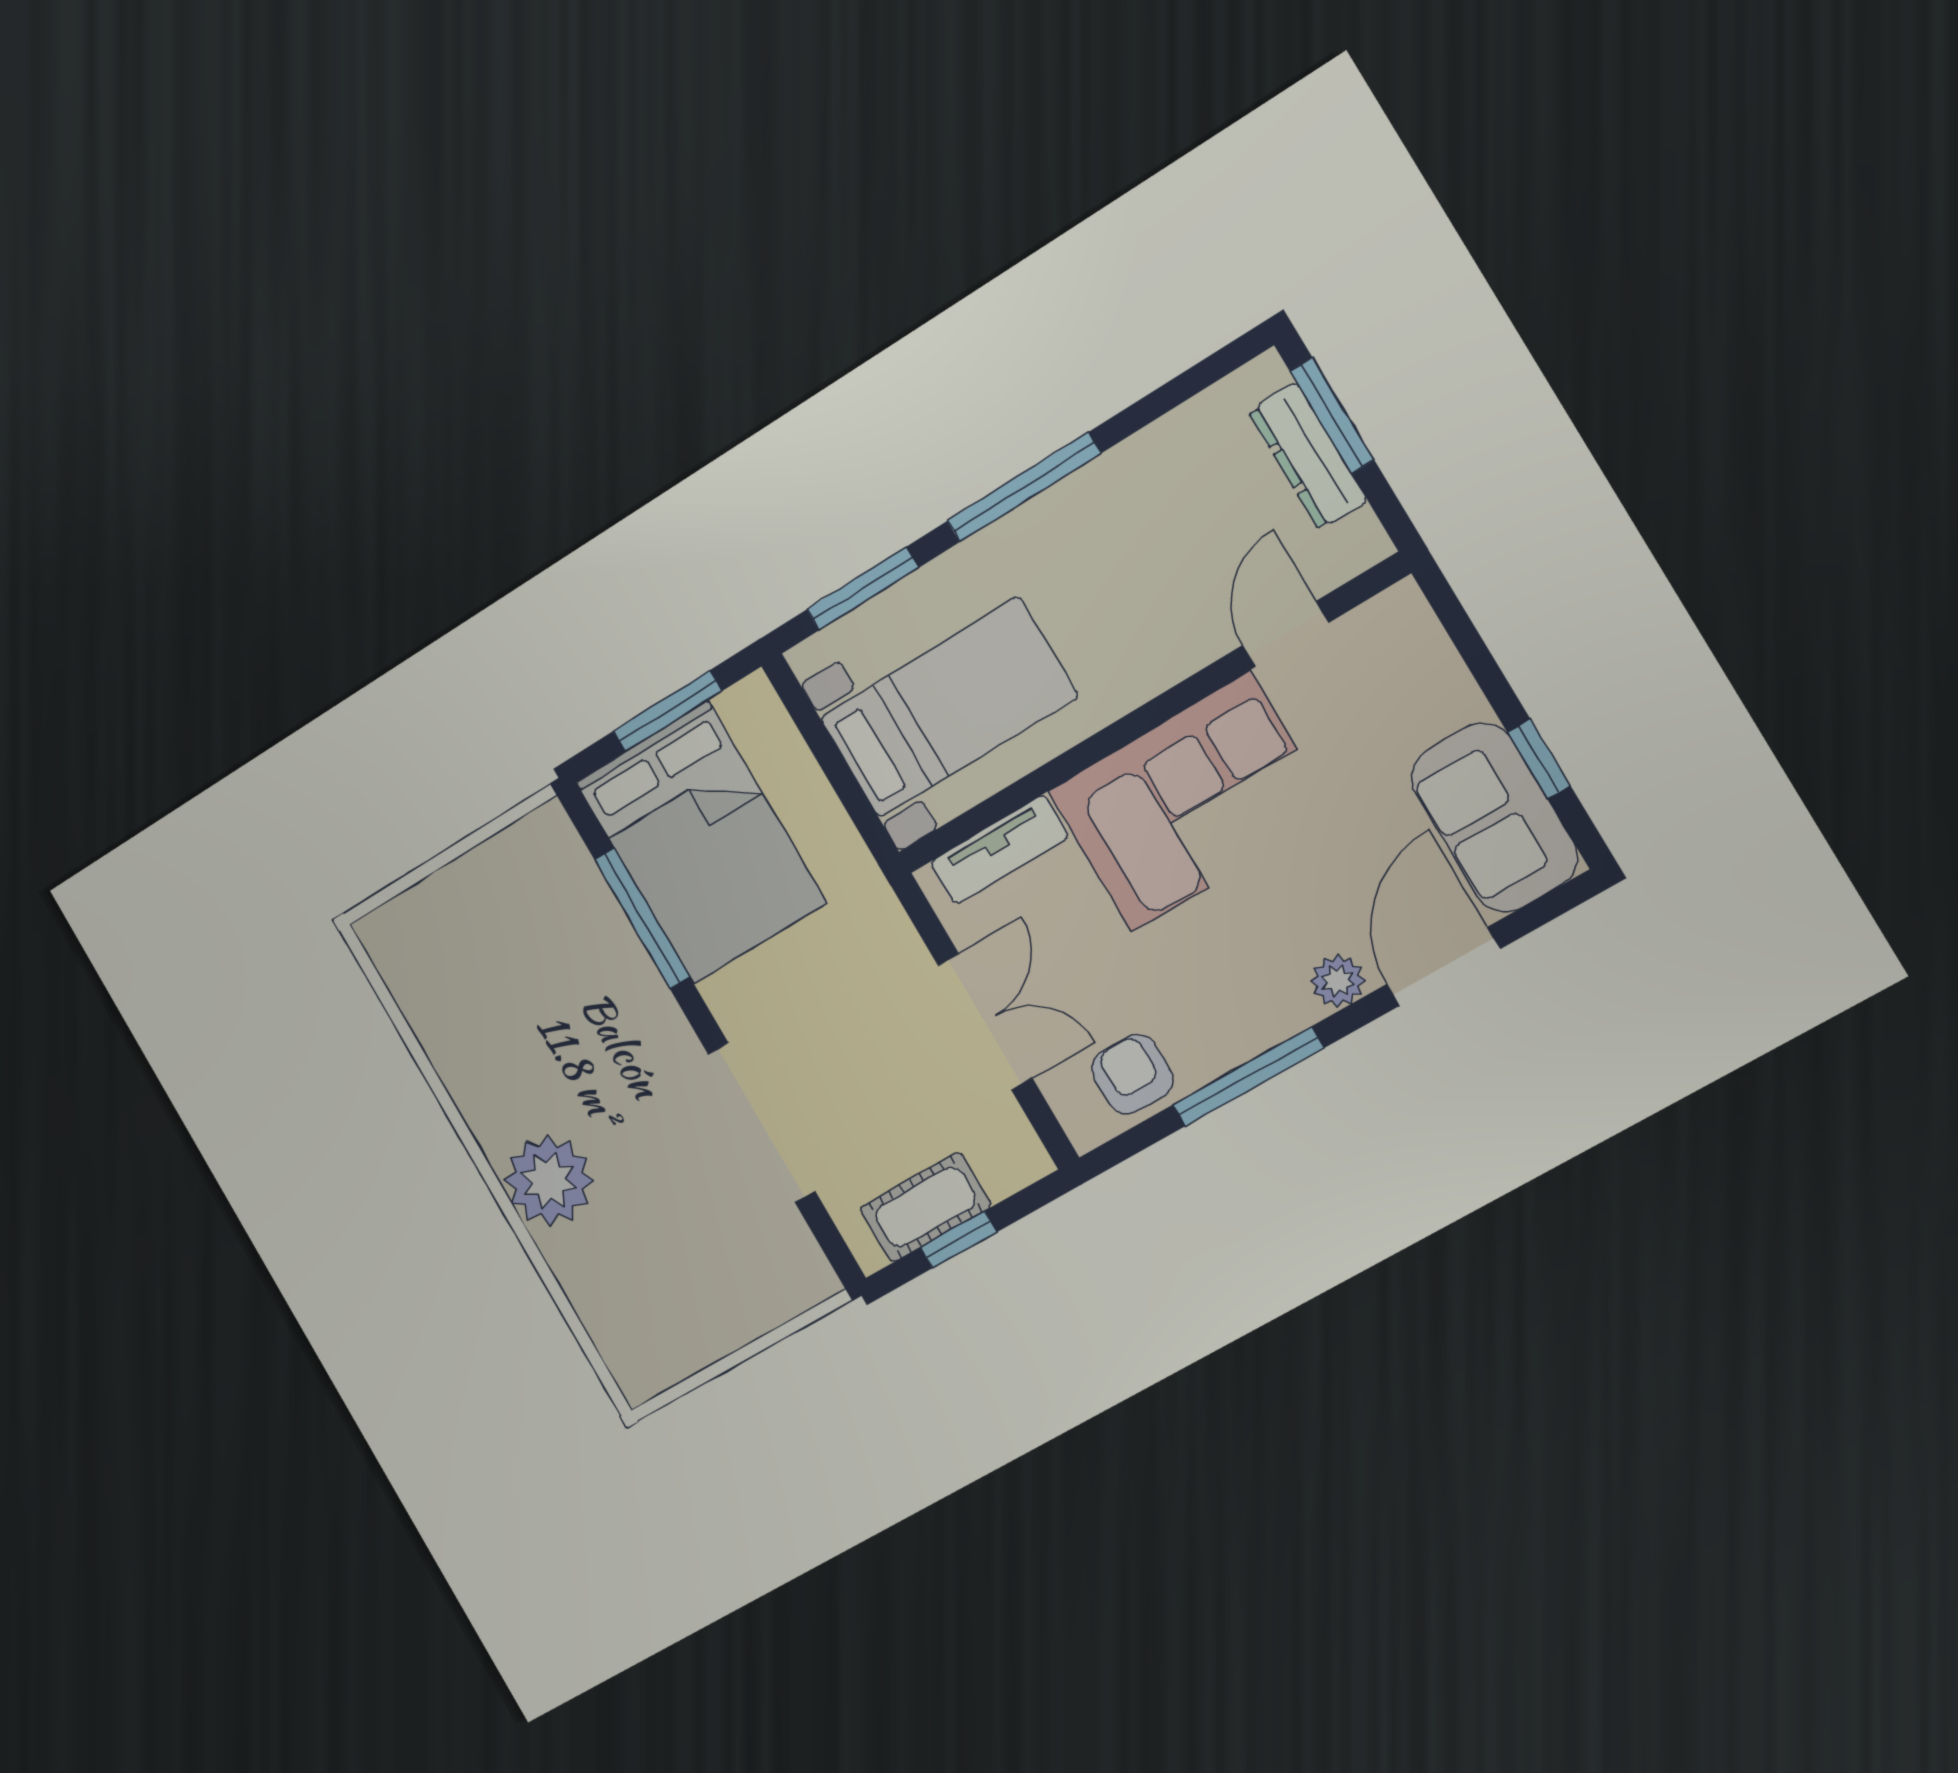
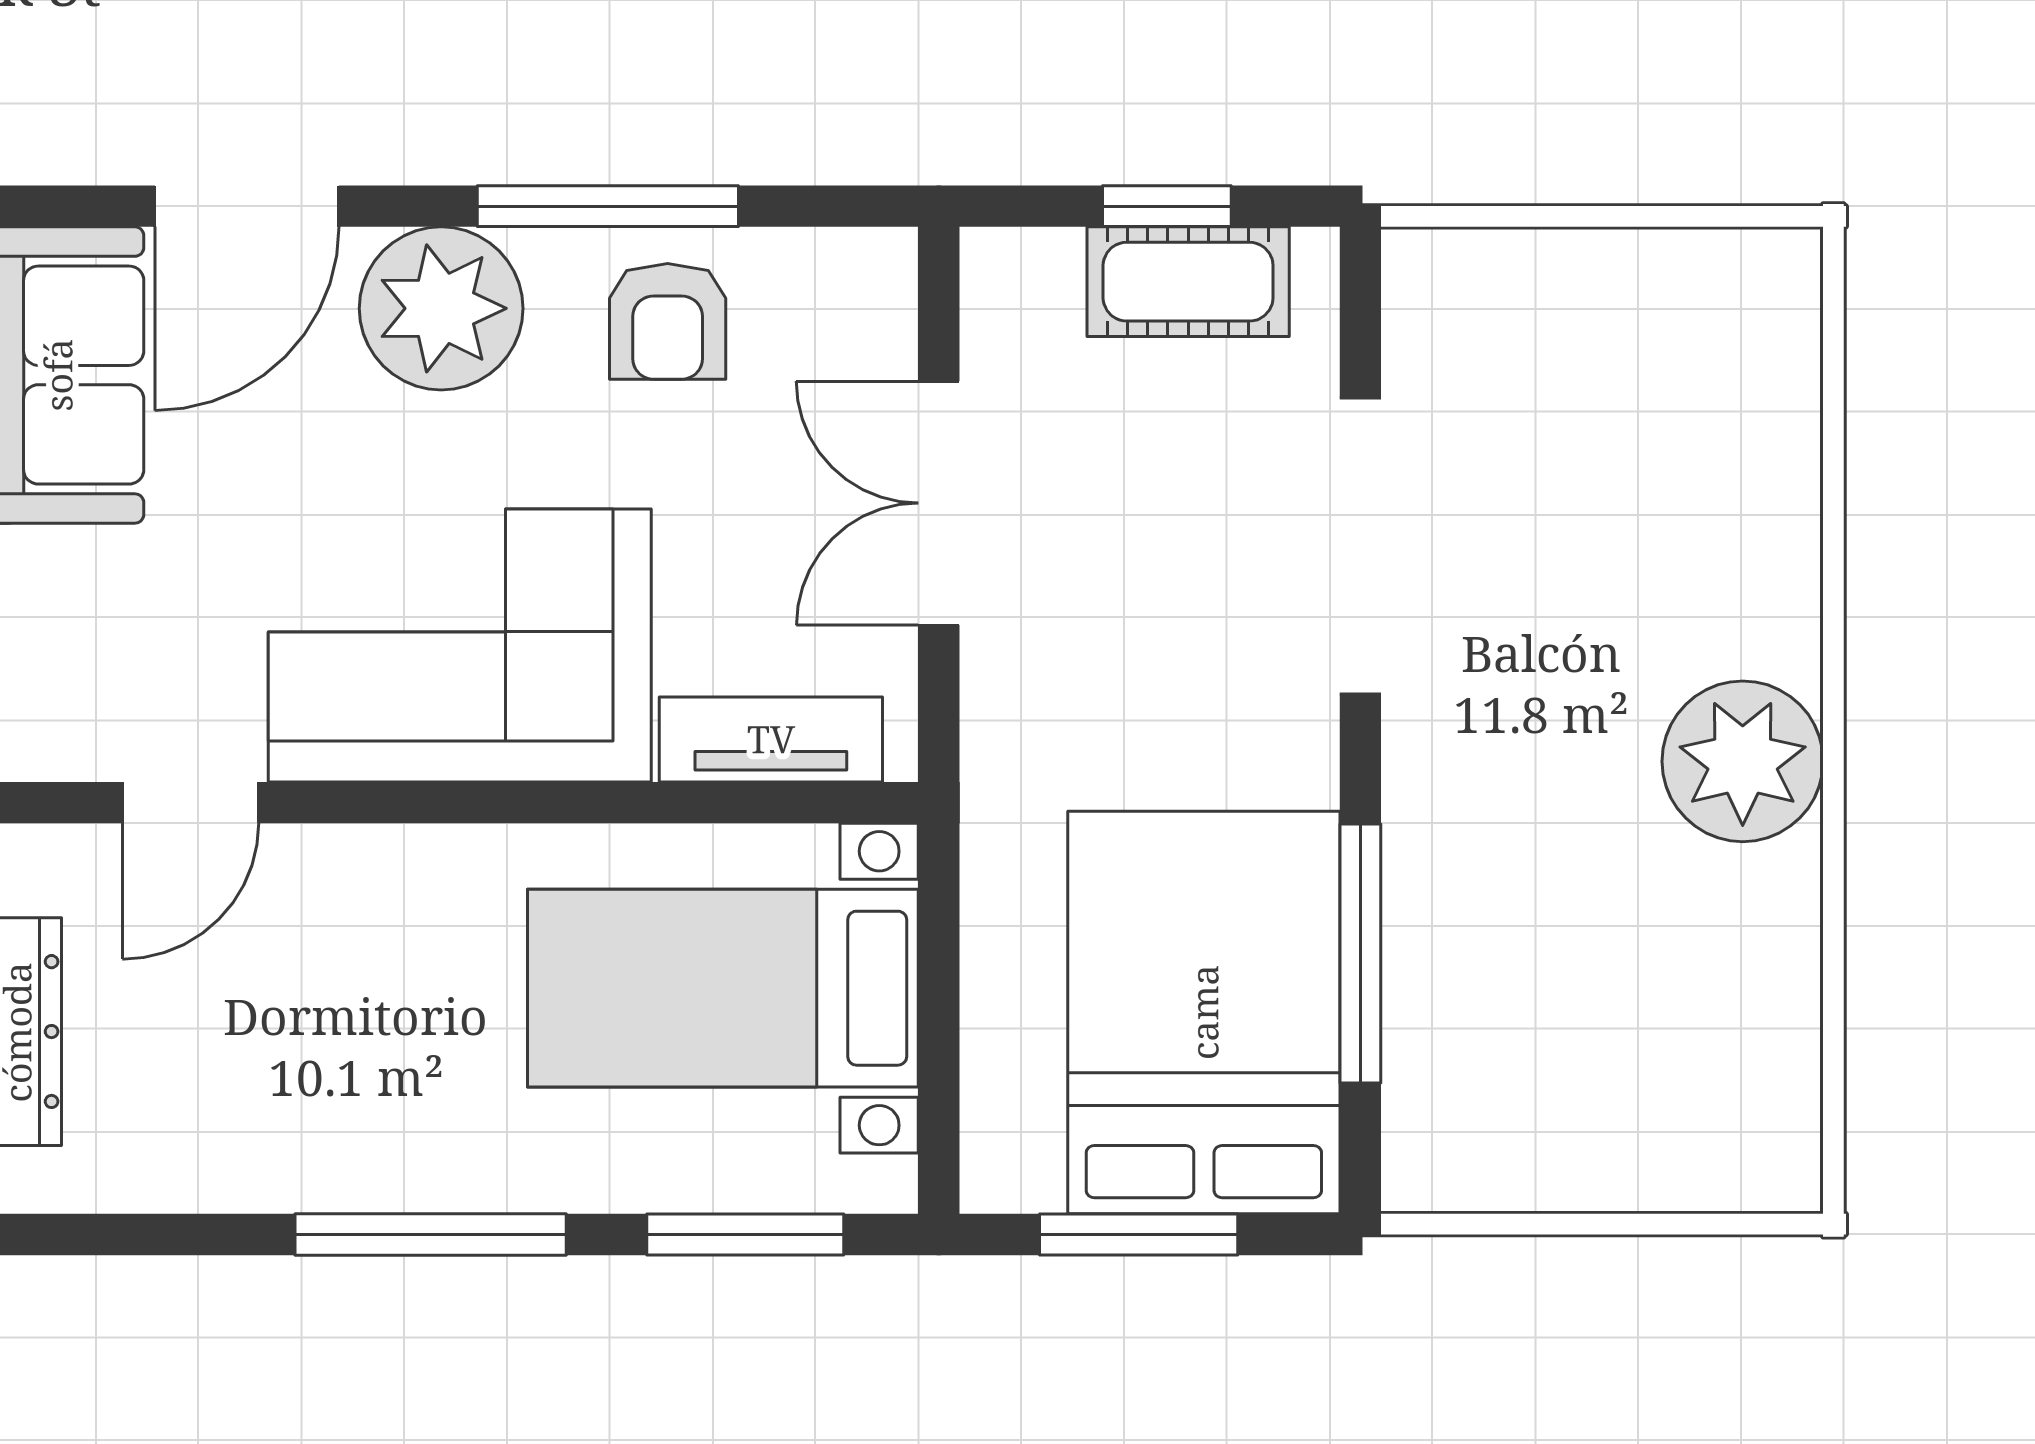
plant: (1338, 981) -> (441, 308), width x1.87, depth x1.87
armchair: (1132, 1074) -> (668, 321), moved
plant: (549, 1181) -> (1743, 761), moved

